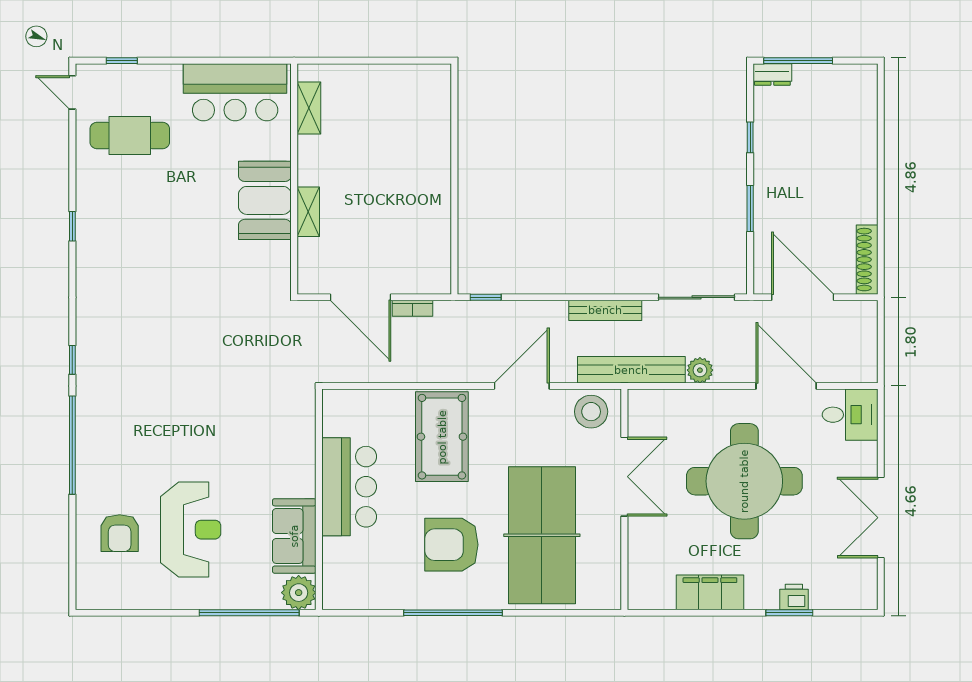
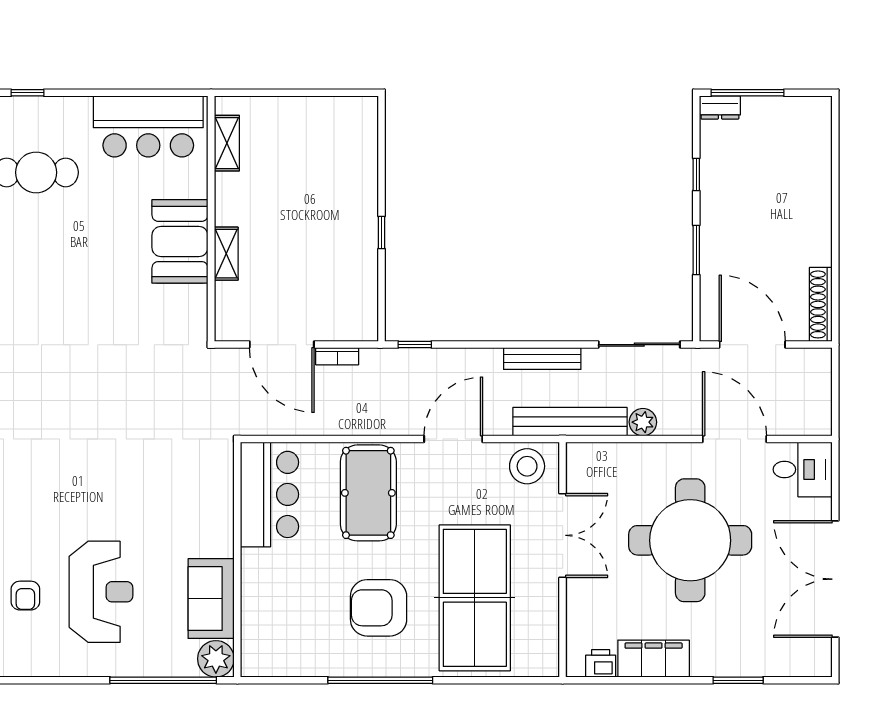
window: (454, 192) -> (382, 233), added
bar counter: (349, 487) -> (270, 494), moved
double door: (881, 518) -> (835, 579), width x1.36
armchair: (120, 533) -> (25, 596), width x0.72, depth x0.72
printer: (794, 597) -> (601, 663), moved

